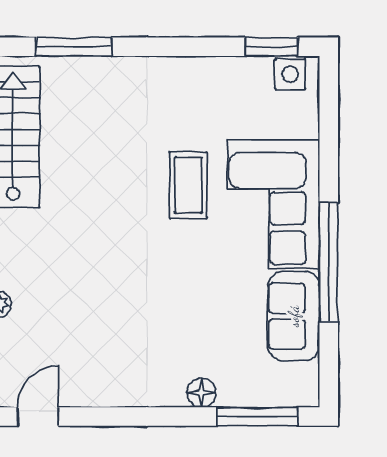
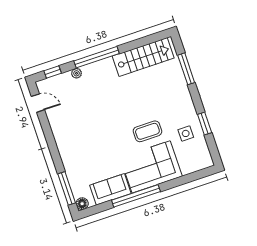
window: (271, 47) -> (205, 123), moved
side table: (290, 74) -> (186, 133), moved
floor lamp: (201, 393) -> (82, 204), moved

